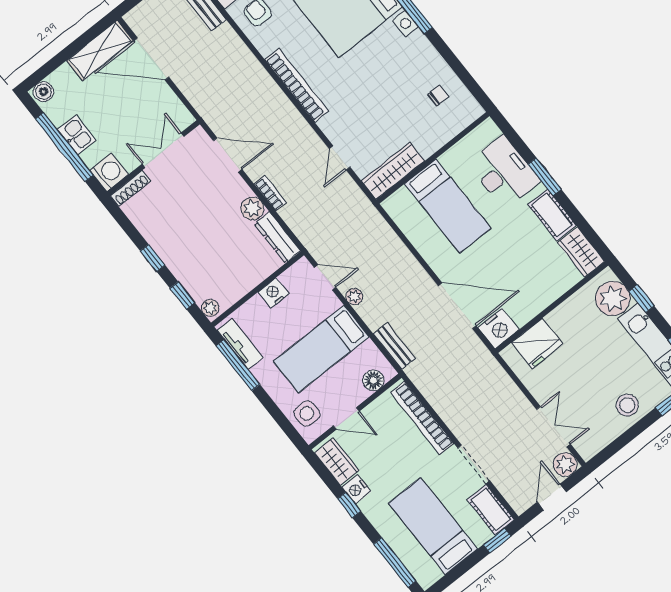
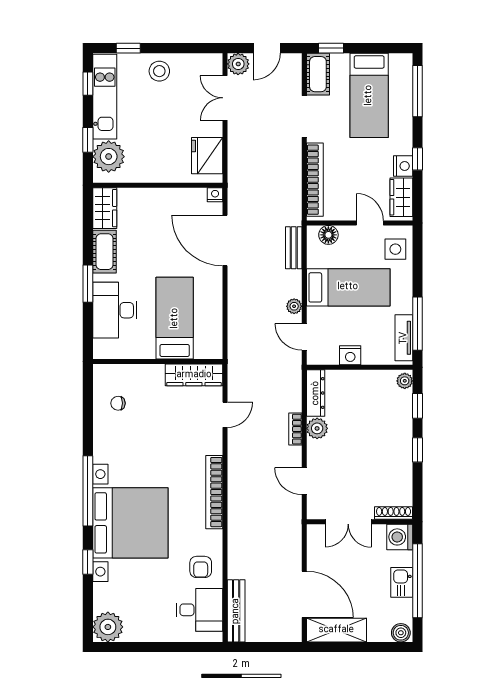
door: (228, 155) -> (304, 481), width x0.73
nightstand: (498, 328) -> (215, 195), width x0.53, depth x0.56
fridge: (537, 343) -> (207, 156), moved, turned -90

